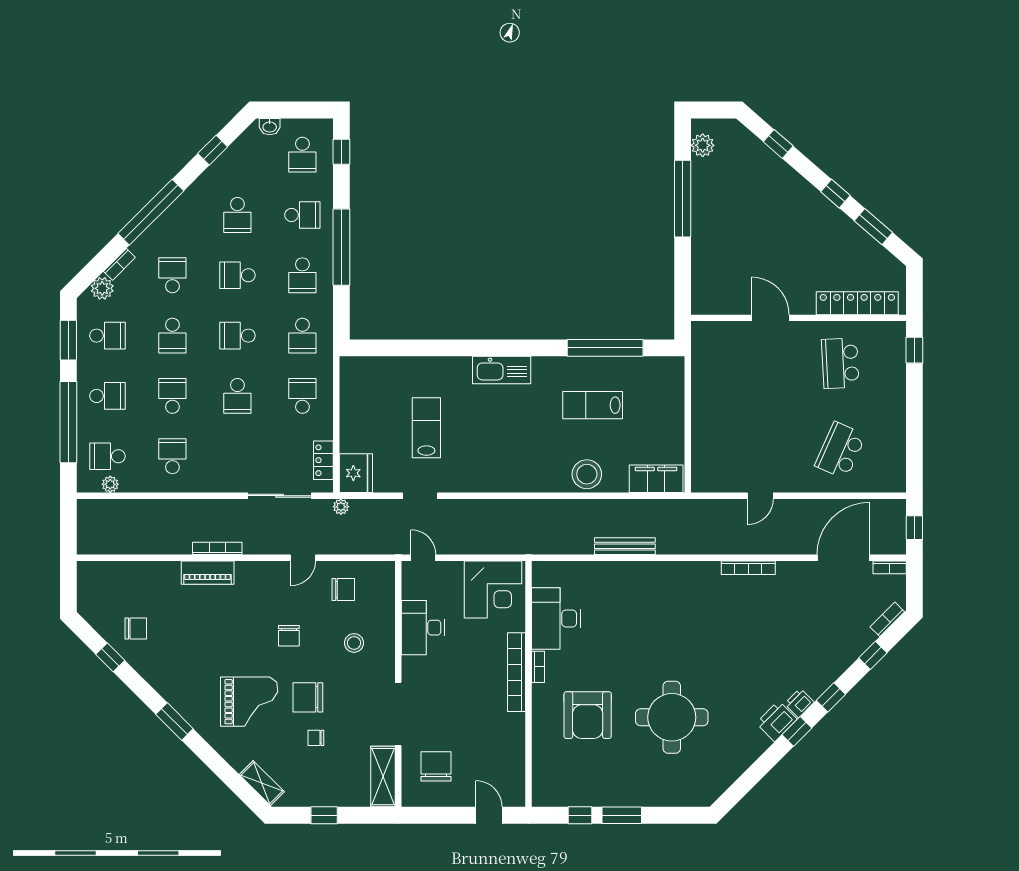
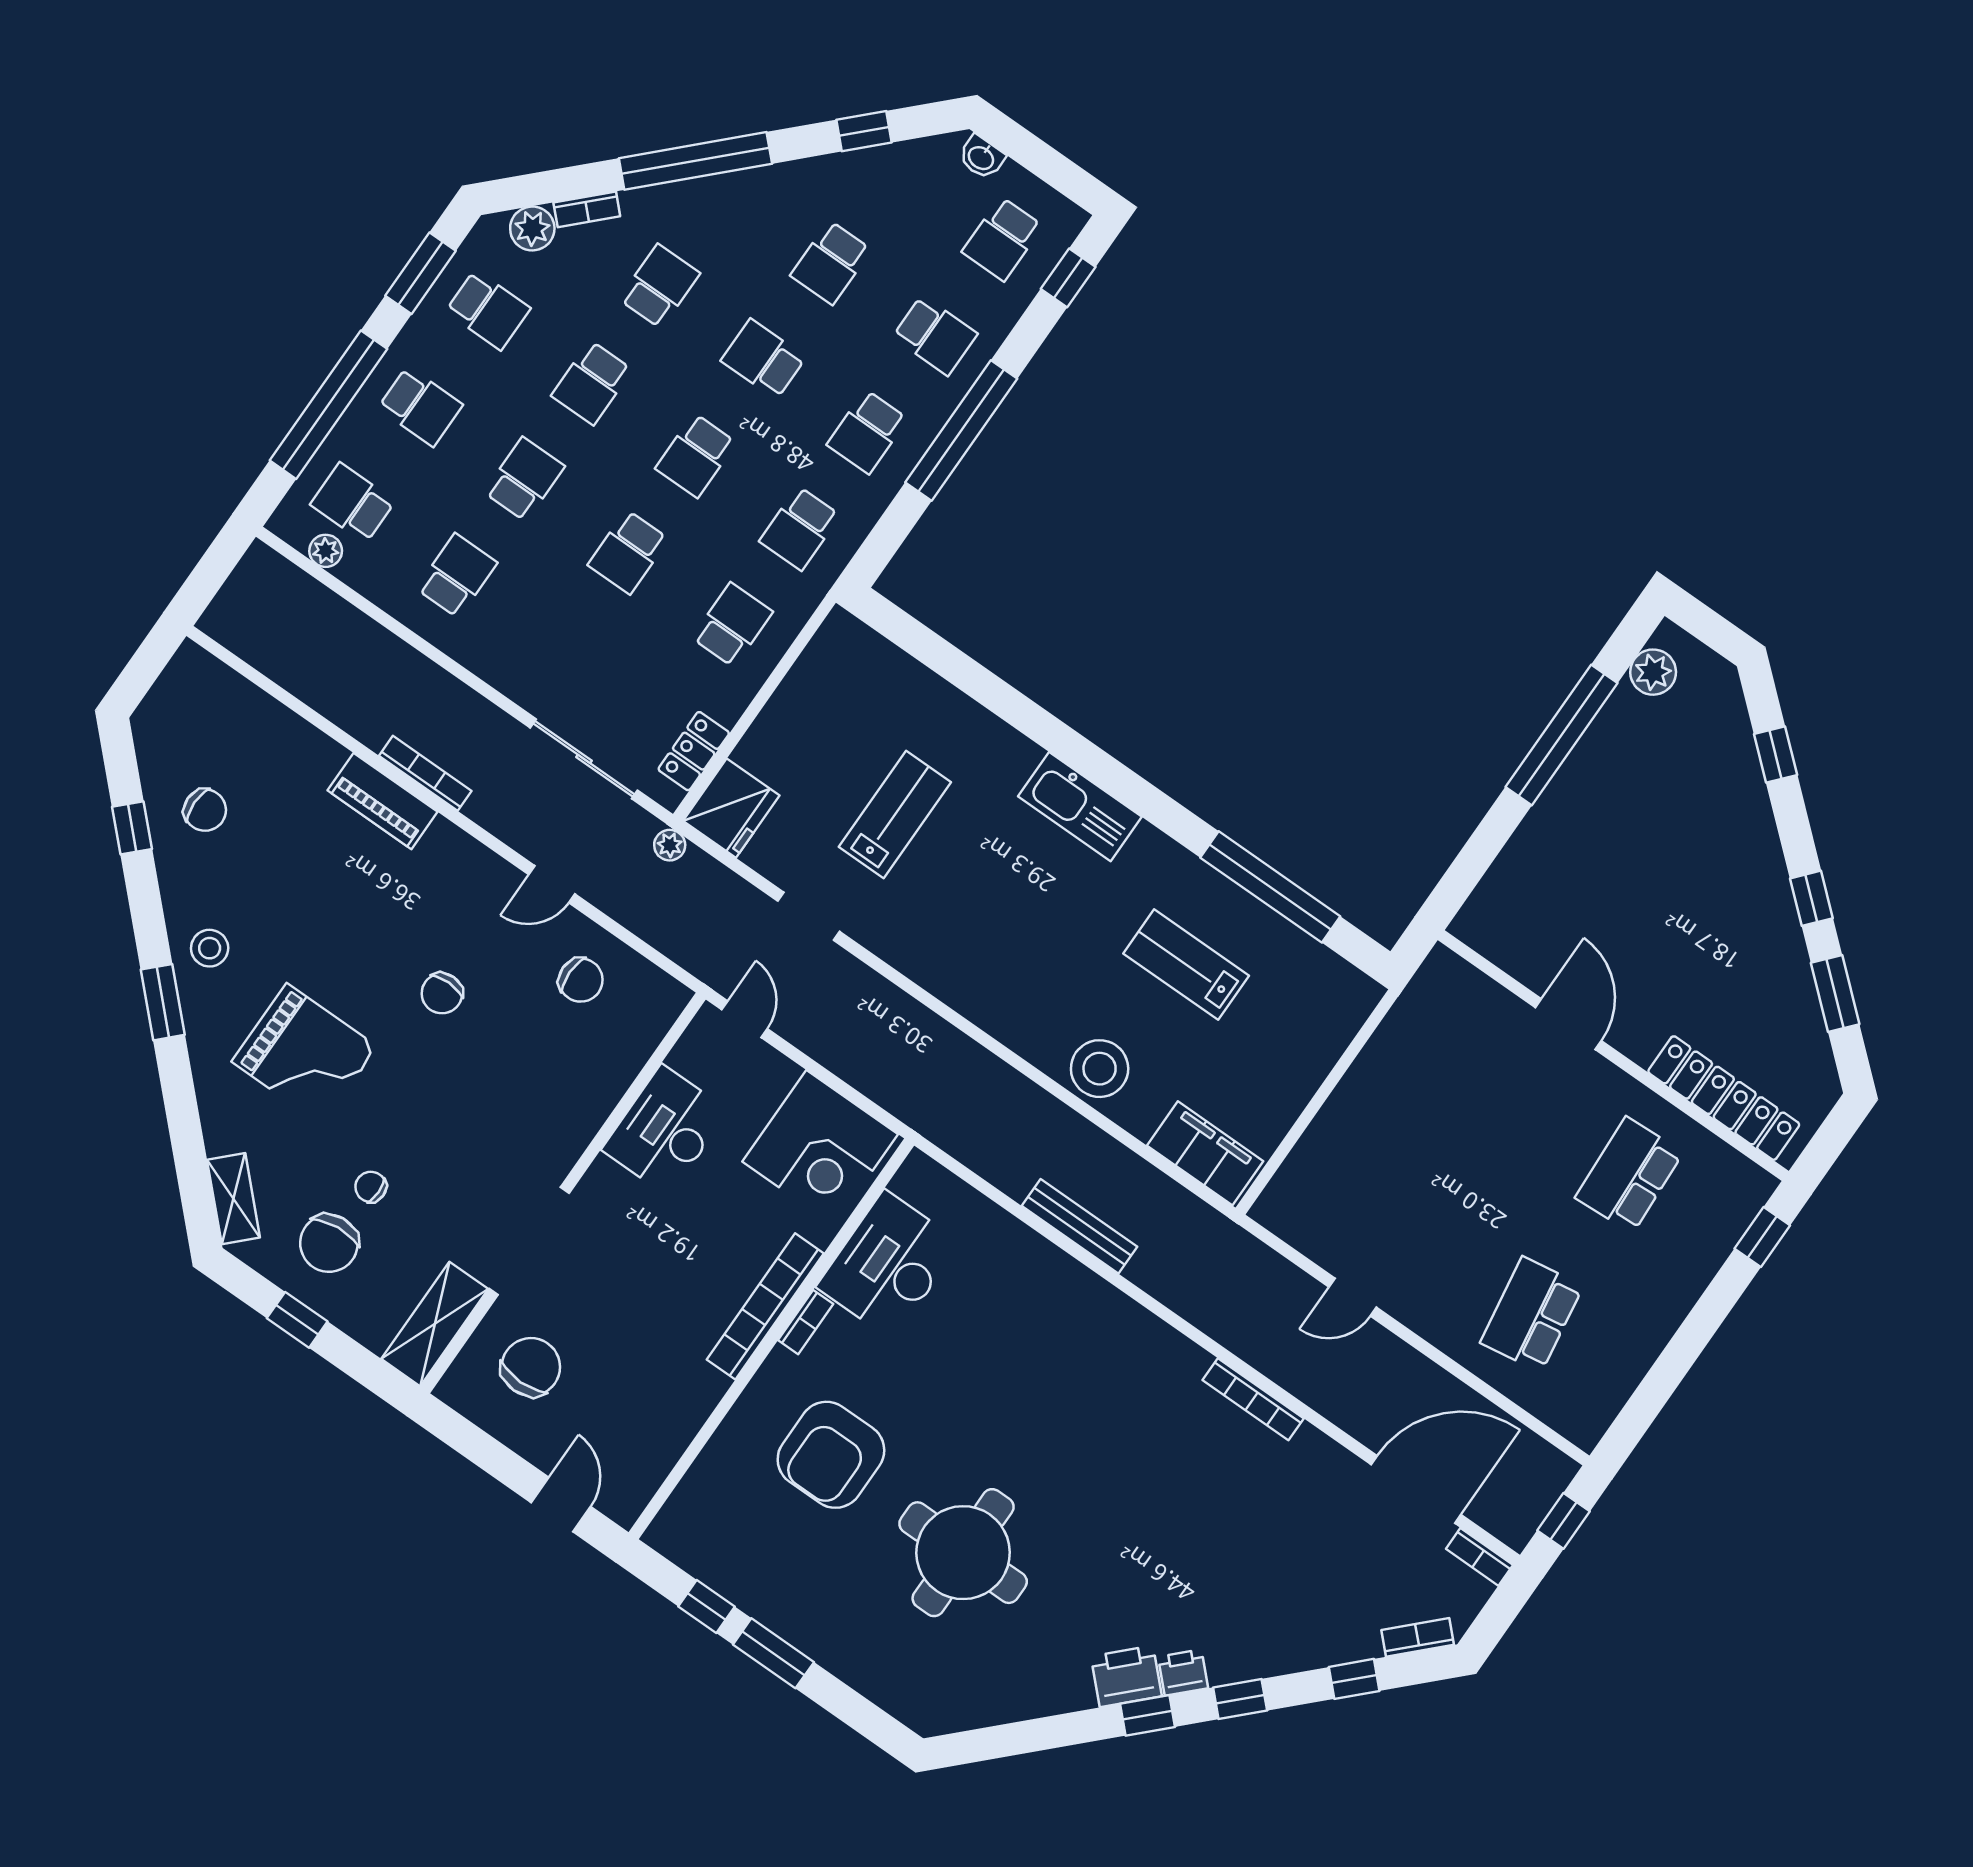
school desk: (237, 336) -> (696, 455), turned -90
school desk: (840, 450) -> (1532, 1314), turned -33
stool: (354, 643) -> (210, 948), moved
chair: (308, 697) -> (329, 1243), moved, turned -95

